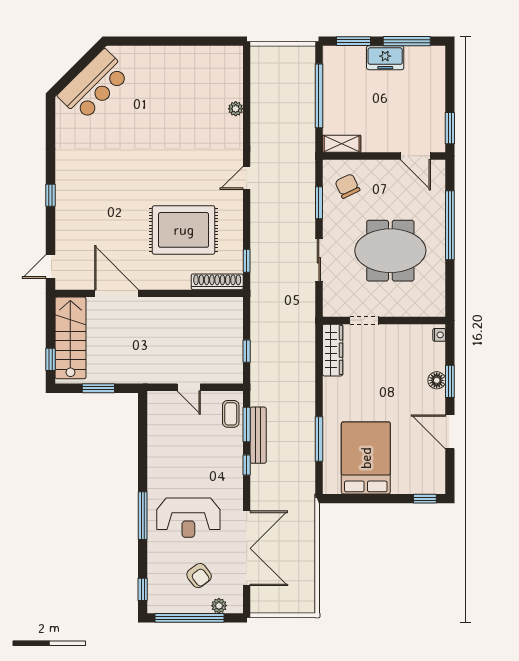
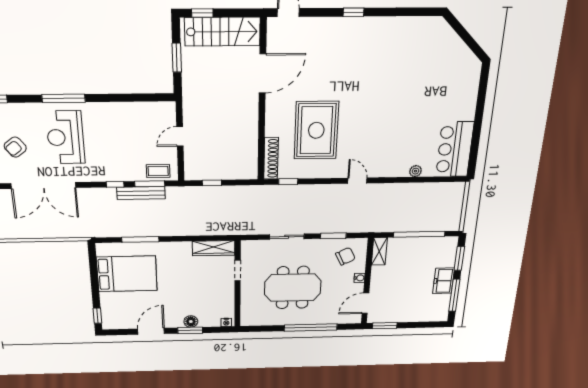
bar counter: (94, 85) -> (455, 149), moved, turned 45
water cooler: (378, 166) -> (360, 278), added
meeting table: (390, 251) -> (293, 288), turned 90

